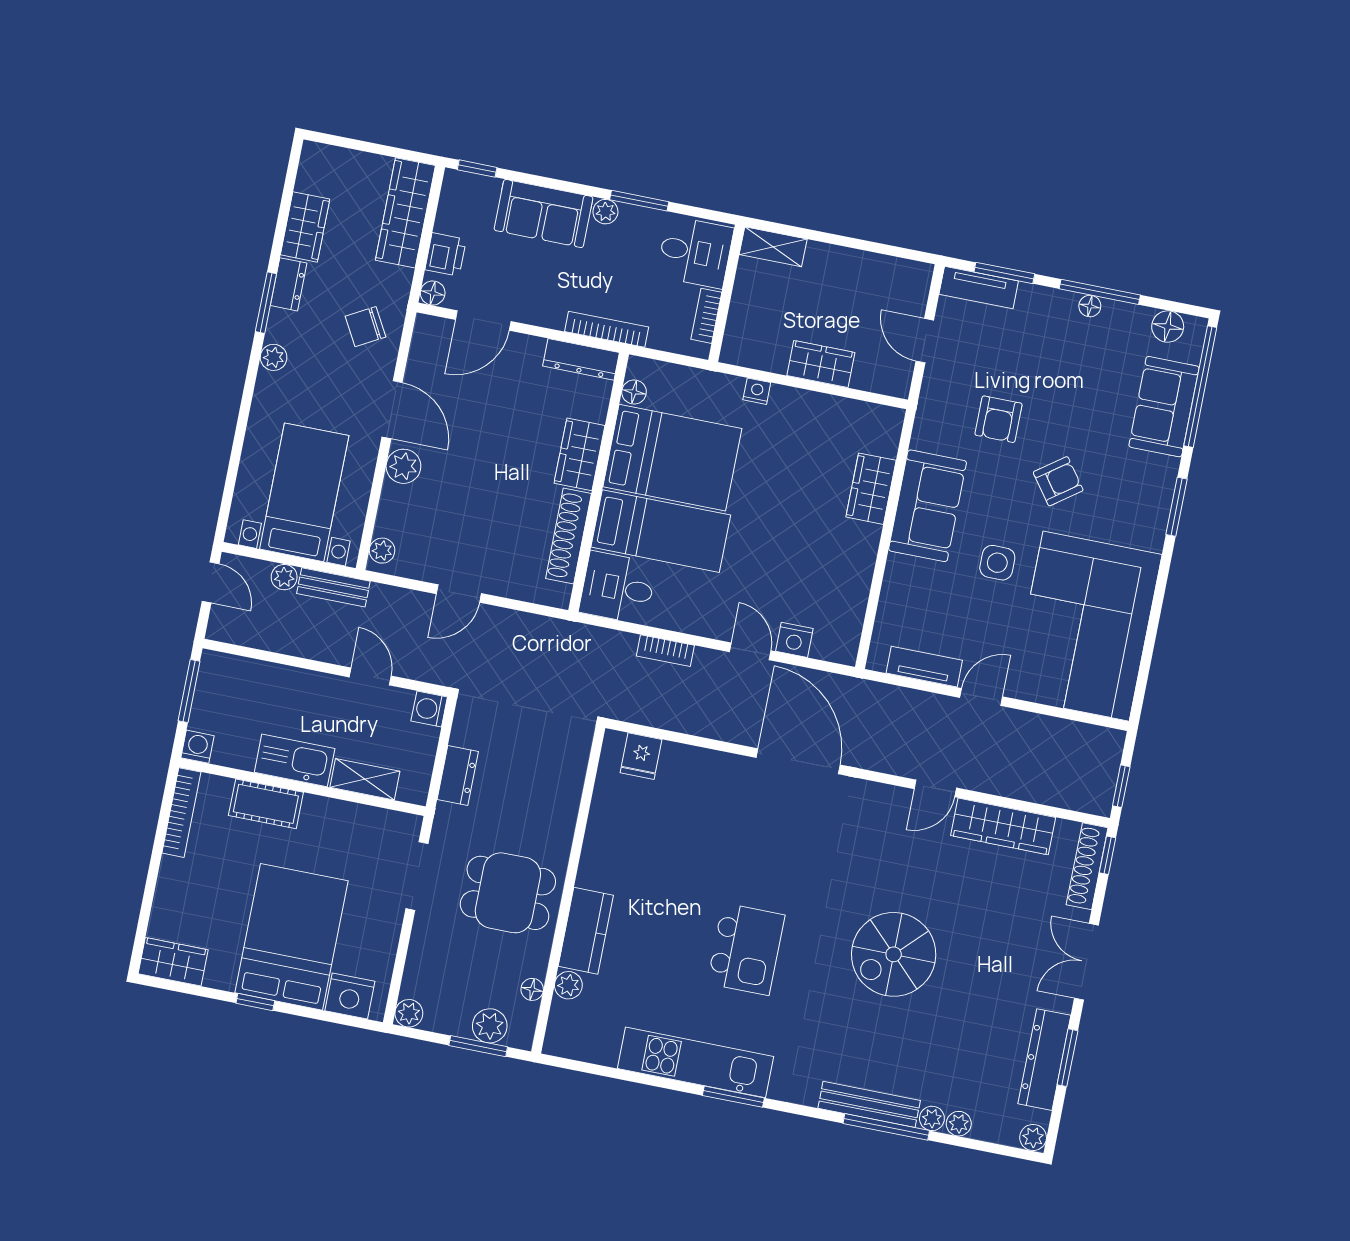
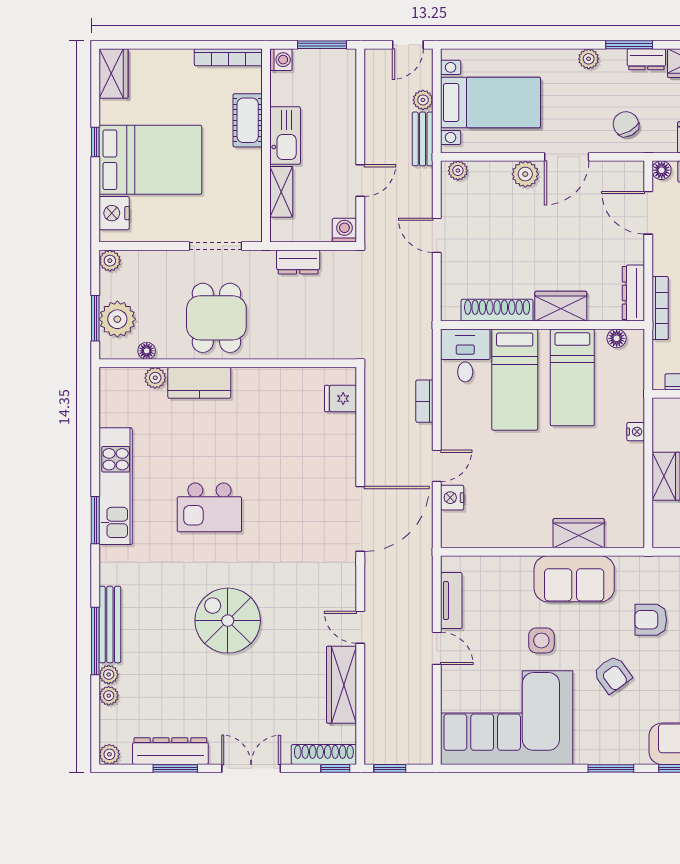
bed: (672, 458) -> (572, 377), width x0.67
plant: (490, 1026) -> (117, 319), width x1.36, depth x1.36

